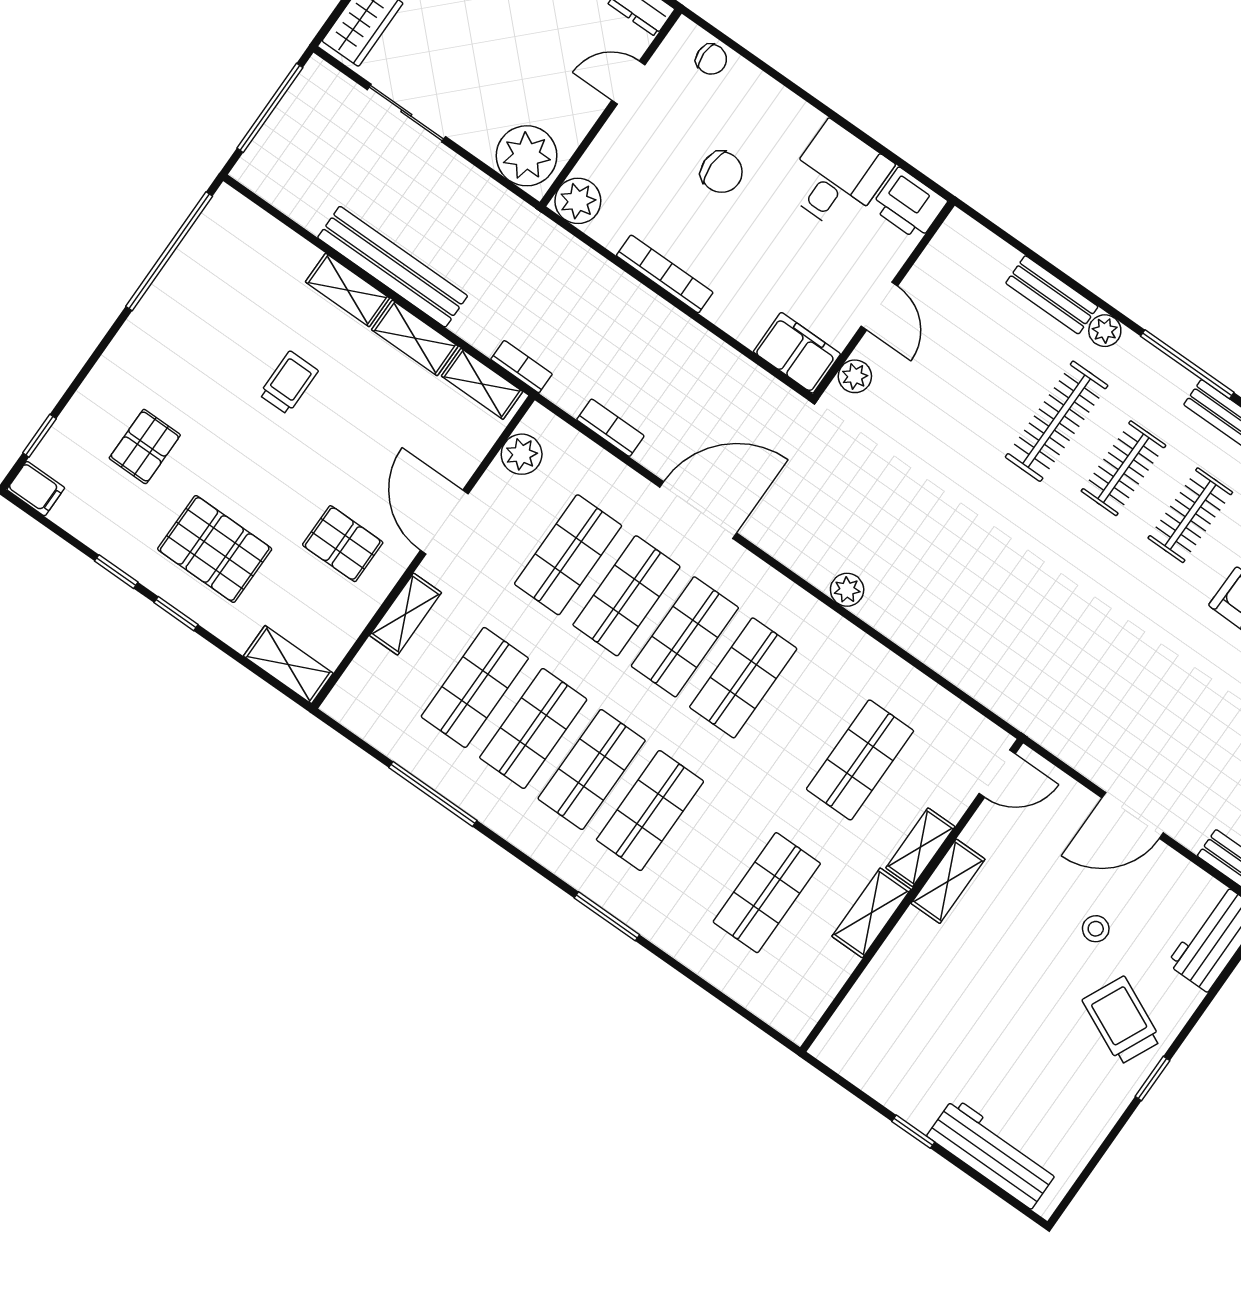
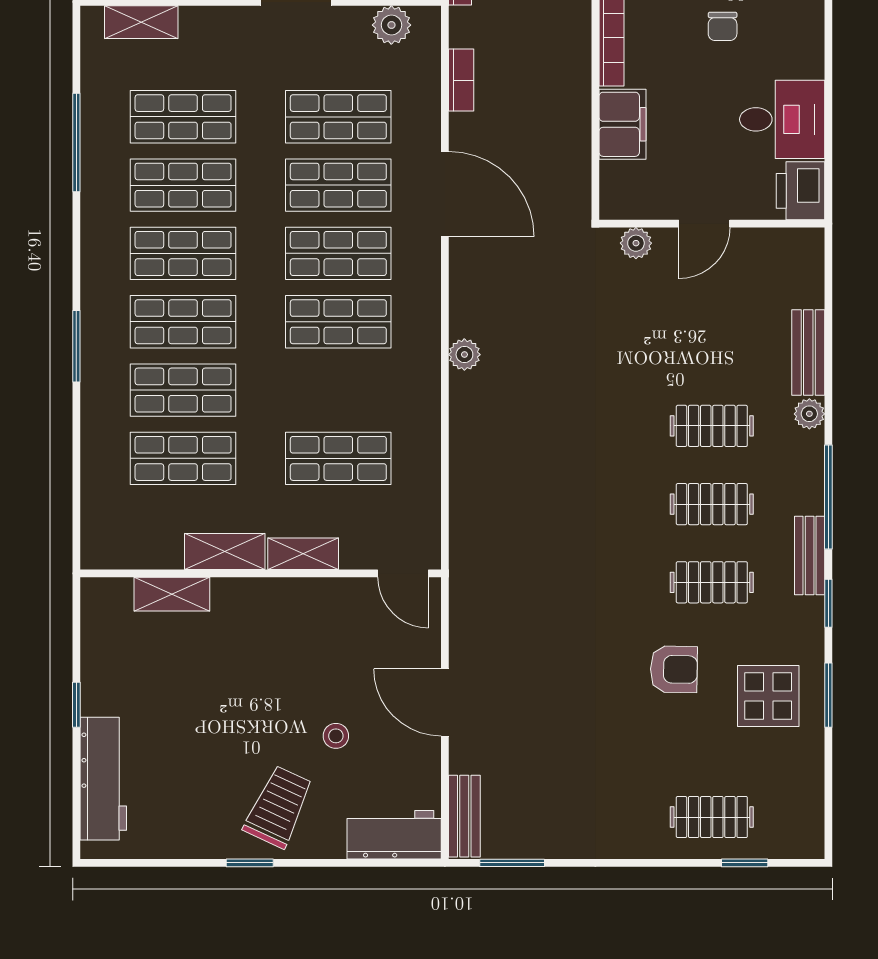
chair: (722, 172) -> (723, 26), width x0.73, depth x0.73
filing cabinet: (797, 353) -> (622, 124), moved
clothes rail: (1057, 421) -> (712, 426), width x0.73
shelving: (406, 614) -> (141, 22), moved
shop shelf: (708, 852) -> (183, 390), added
shelving: (948, 881) -> (172, 594), moved

